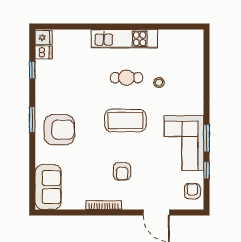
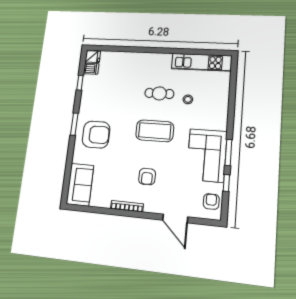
kitchen unit: (124, 39) -> (202, 62), moved

